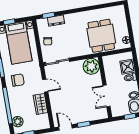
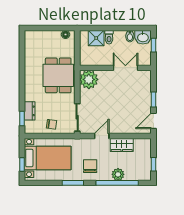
dining table: (101, 36) -> (58, 75), moved, turned 90
double door: (107, 96) -> (125, 68), swing flipped
plant: (18, 122) -> (118, 174), moved

